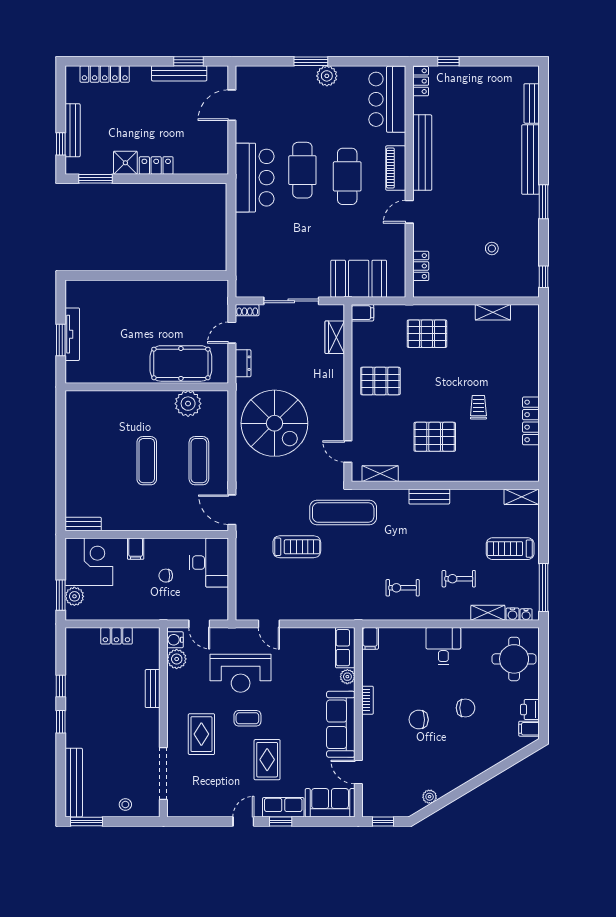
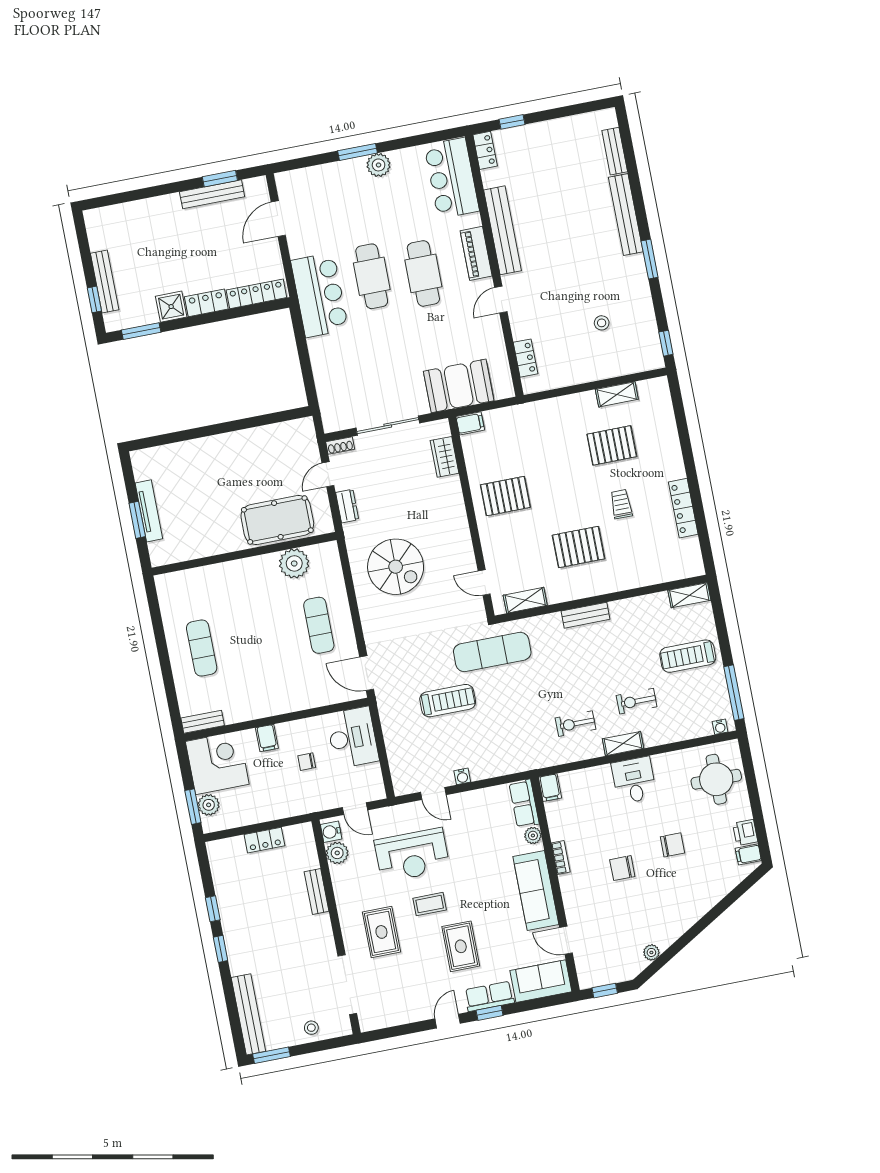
locker: (105, 74) -> (256, 294), moved, turned 180
pallet: (427, 334) -> (612, 445), moved
spiral stairs: (274, 423) -> (396, 567), width x0.73, depth x0.73
exercise mat: (147, 461) -> (202, 648), moved
shelving: (488, 613) -> (623, 744), moved
water cooler: (512, 614) -> (462, 776), moved

